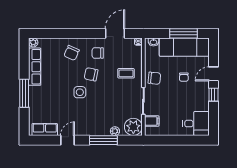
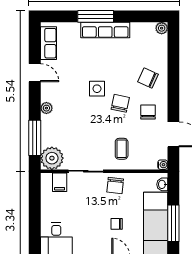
row of seats: (35, 67) -> (105, 30), moved
plant: (115, 131) -> (46, 108), moved
window: (103, 140) -> (35, 138), moved

